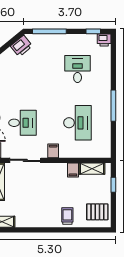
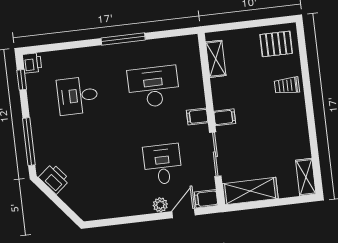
filing cabinet: (73, 170) -> (225, 117), moved
window: (113, 185) -> (235, 26), removed
pallet: (97, 212) -> (276, 44), turned 90

